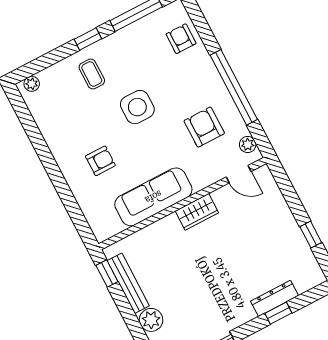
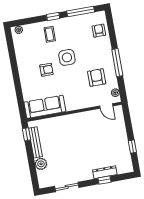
window: (234, 87) -> (117, 63), width x0.68
armchair: (100, 161) -> (47, 70), moved
sofa: (153, 197) -> (45, 107), moved
wardrobe: (197, 212) -> (80, 118), removed

